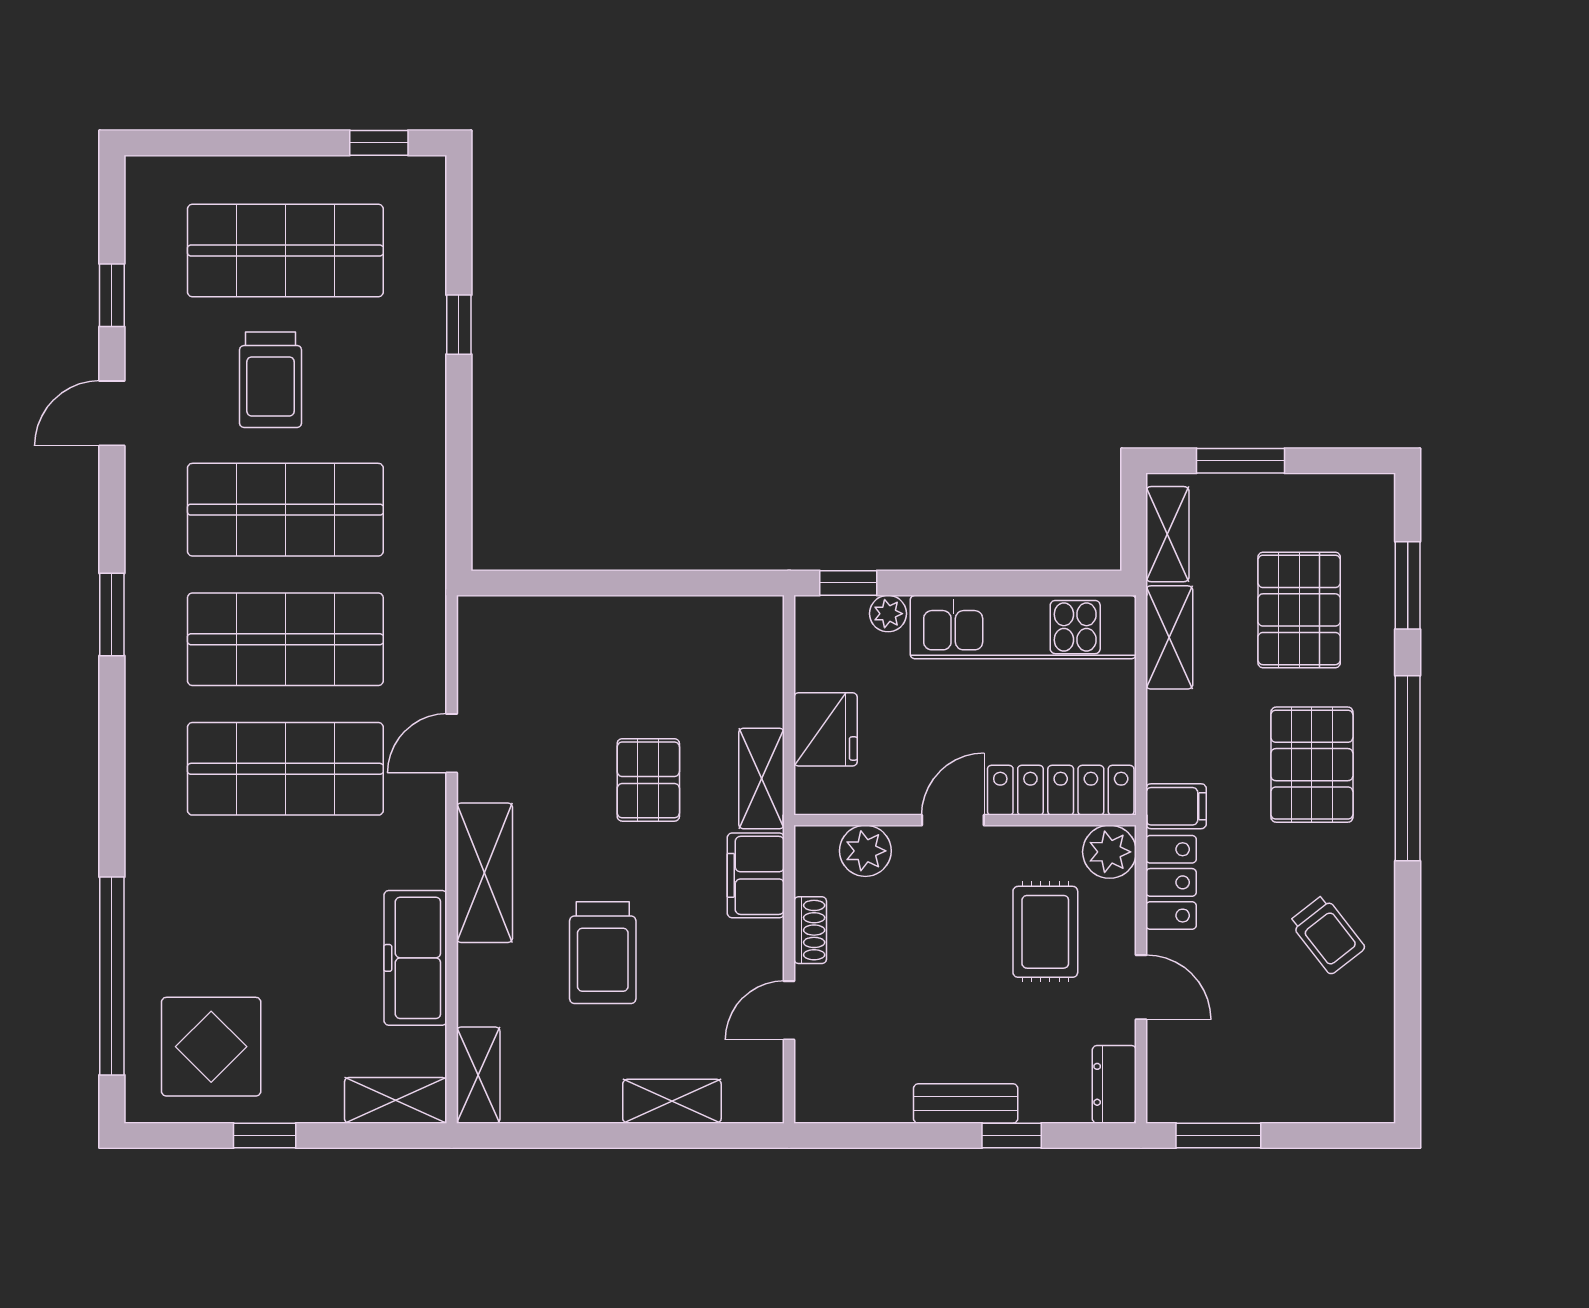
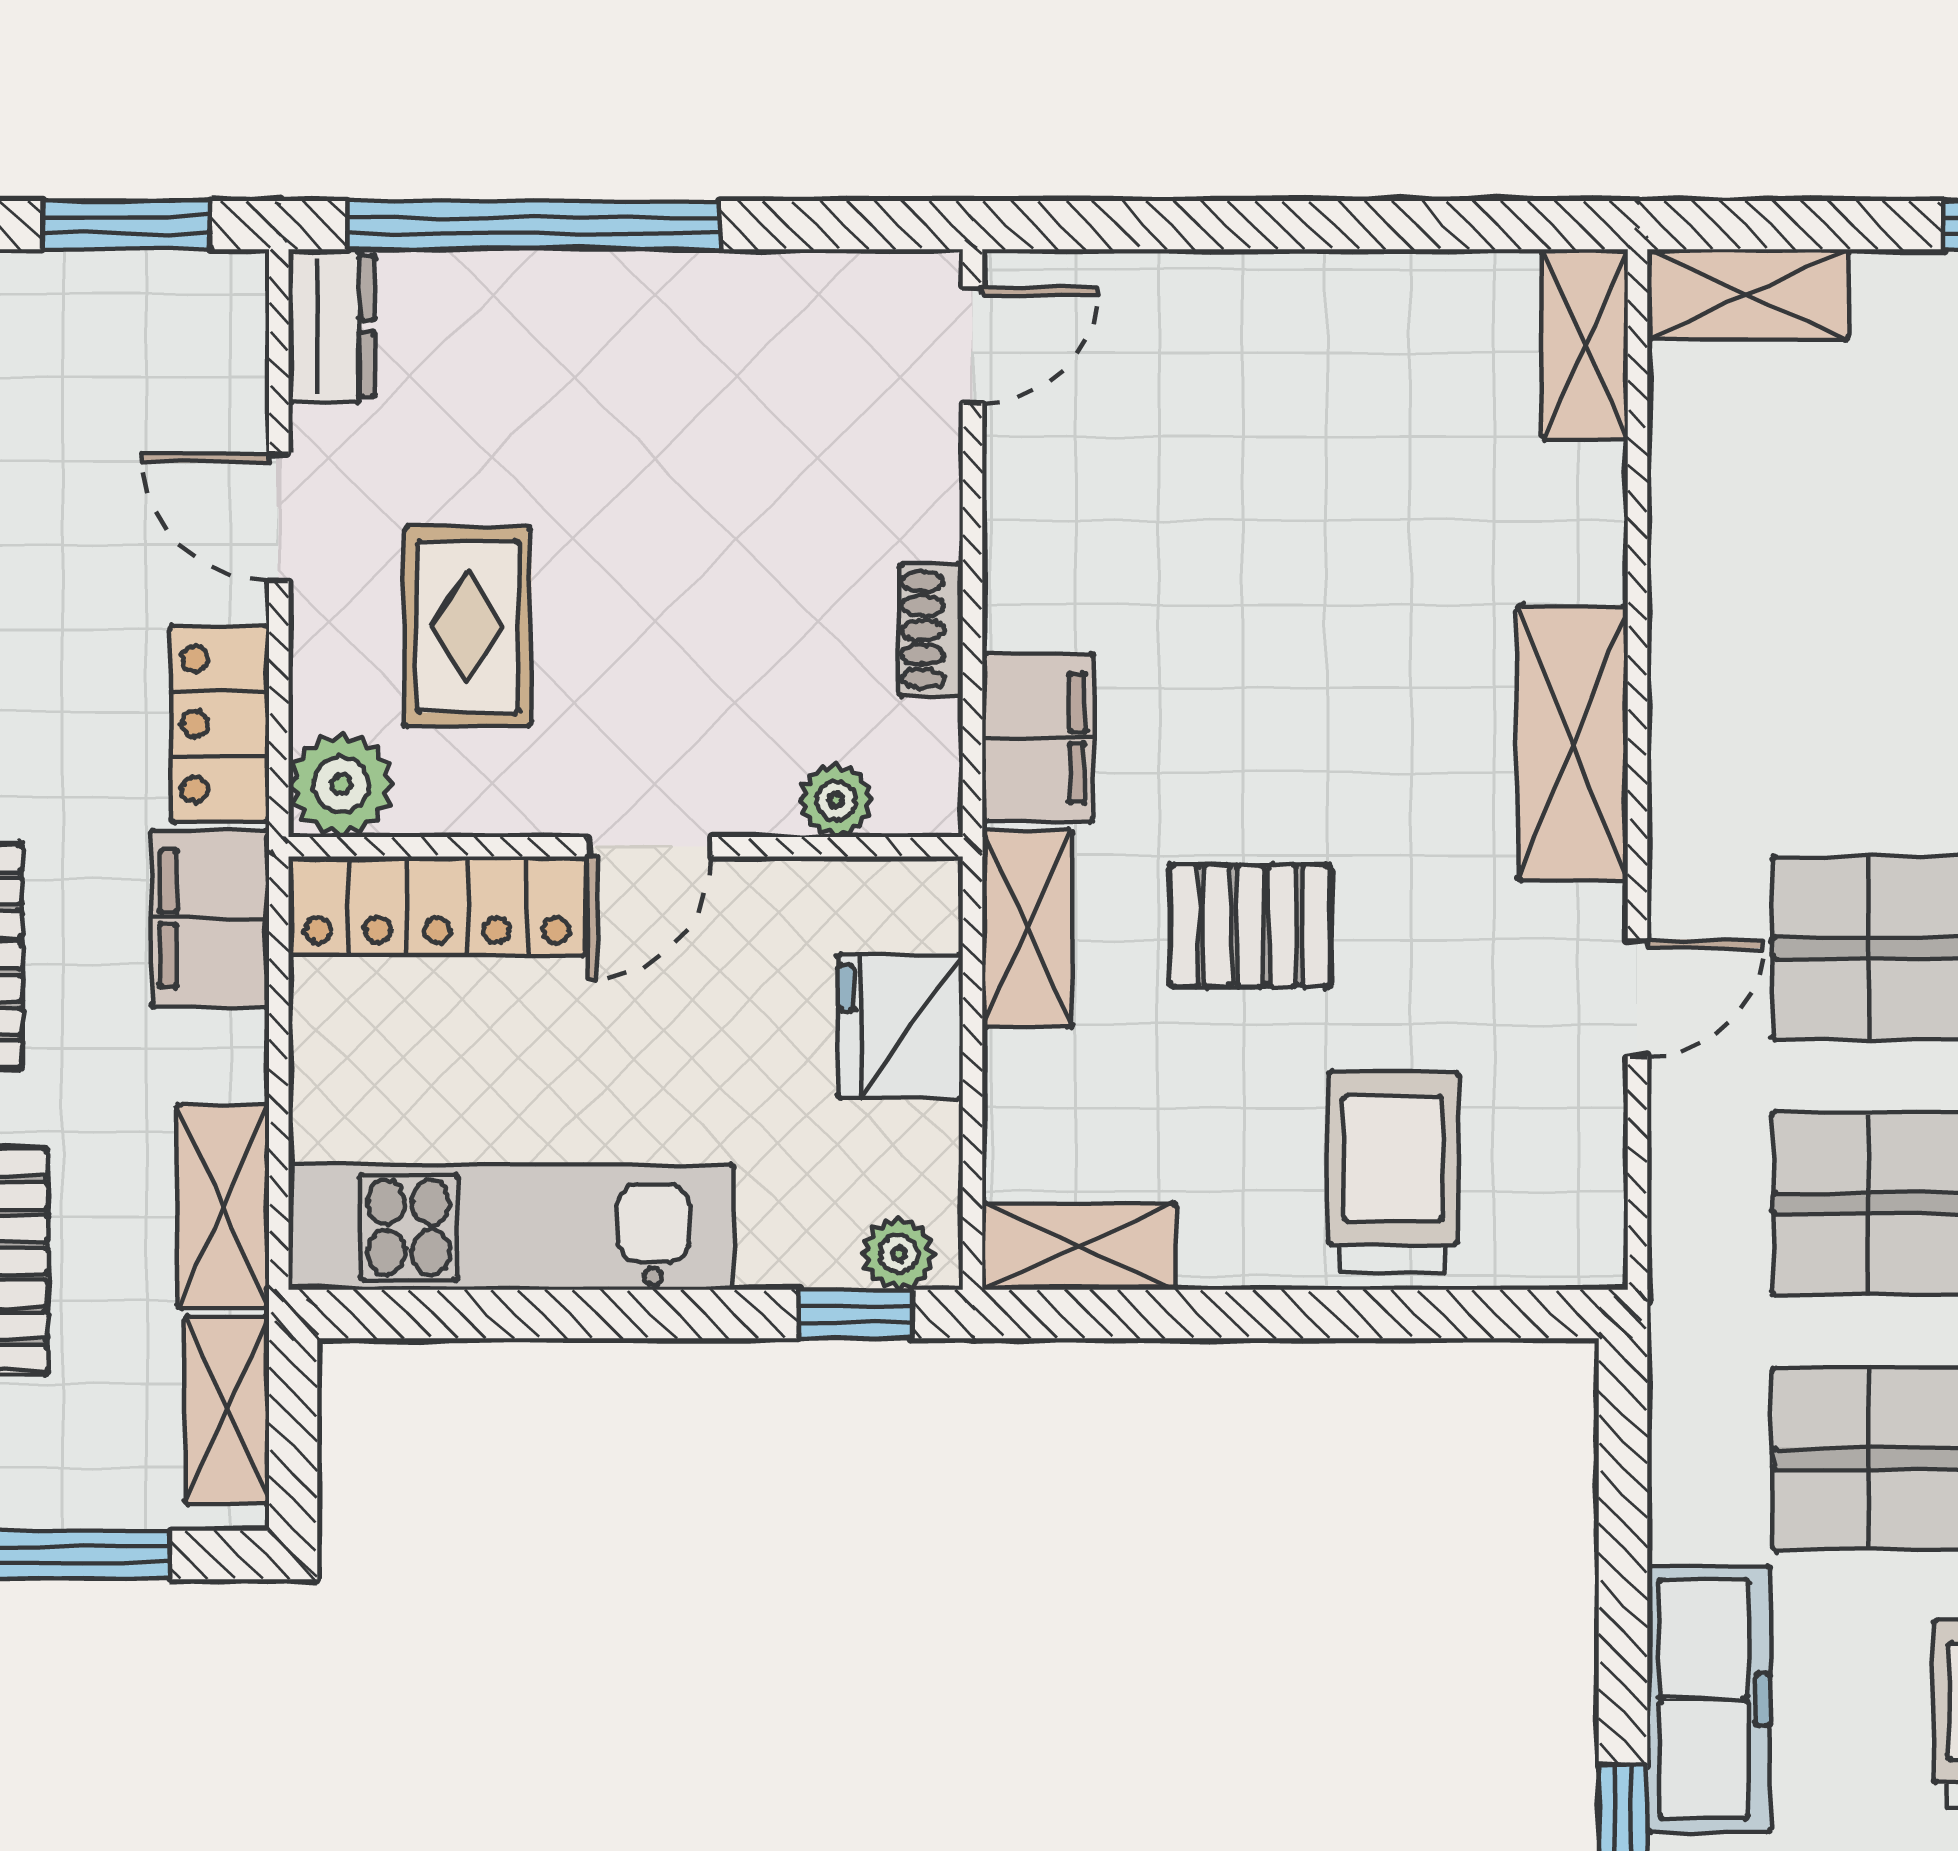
plant: (888, 614) -> (899, 1254), moved
pallet: (648, 780) -> (1250, 926), turned 90
filing cabinet: (1176, 806) -> (210, 918), width x2.00
plant: (865, 851) -> (836, 800), width x0.73, depth x0.73
trolley: (603, 953) -> (1393, 1172), moved
freezer: (415, 958) -> (1709, 1699), moved
door: (789, 1010) -> (973, 345), moved
shelving: (672, 1101) -> (1079, 1246), moved
bench: (966, 1103) -> (624, 288), removed
window: (1012, 1136) -> (534, 225), width x3.17

